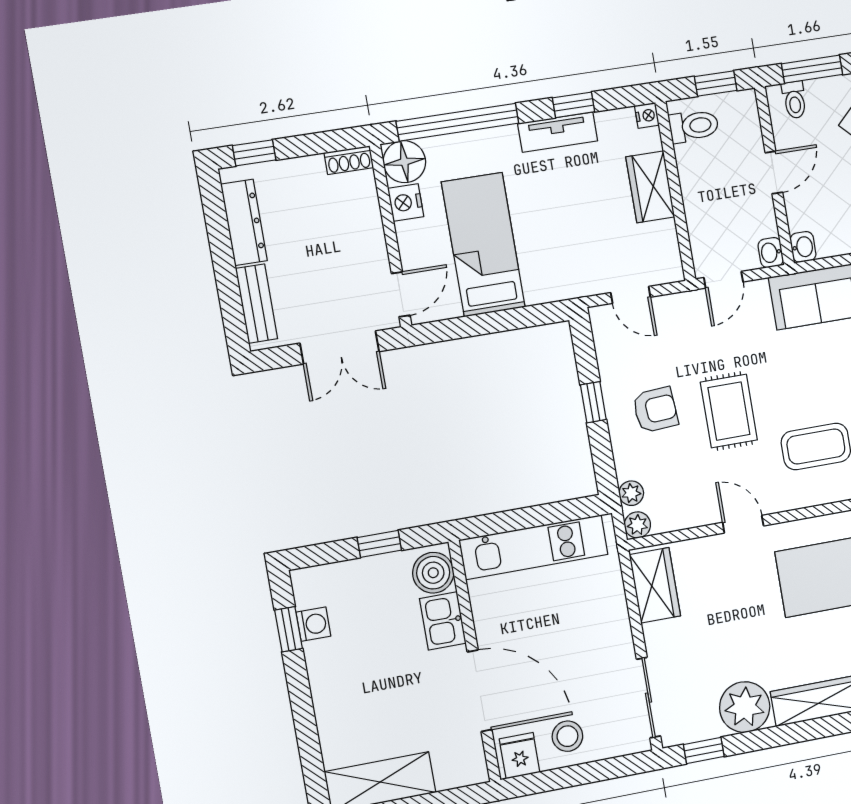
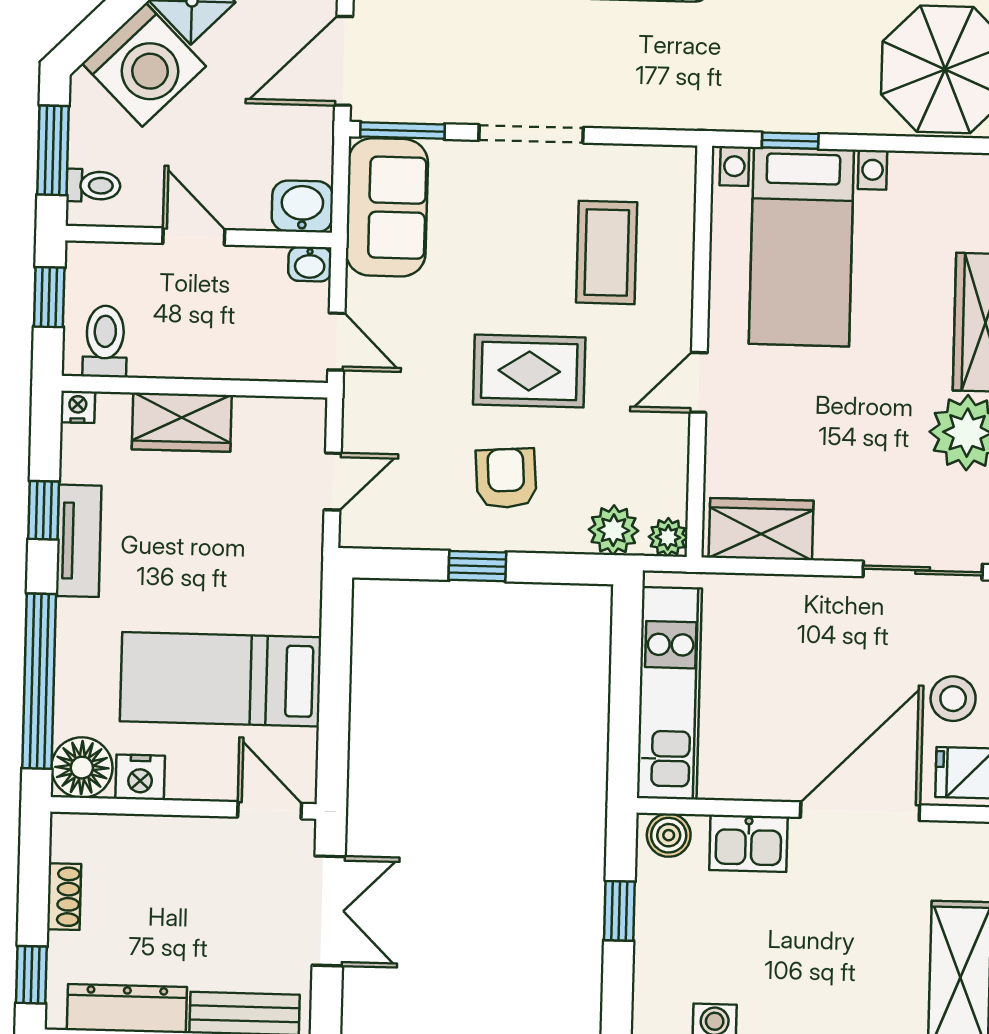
shoe rack: (349, 160) -> (64, 897), moved
washbasin: (803, 247) -> (302, 206), width x1.38, depth x1.45
plant: (631, 493) -> (613, 530), width x1.38, depth x1.38
boiler: (433, 573) -> (669, 835), width x0.73, depth x0.73

